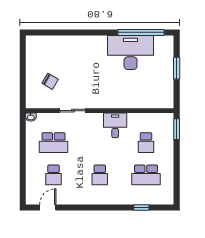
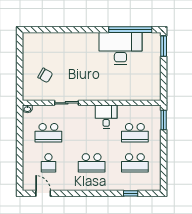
window: (177, 68) -> (164, 46), moved
school desk: (146, 143) -> (135, 133), width x1.85
school desk: (100, 175) -> (92, 163), width x1.85
door: (48, 208) -> (43, 193), hinge flipped

